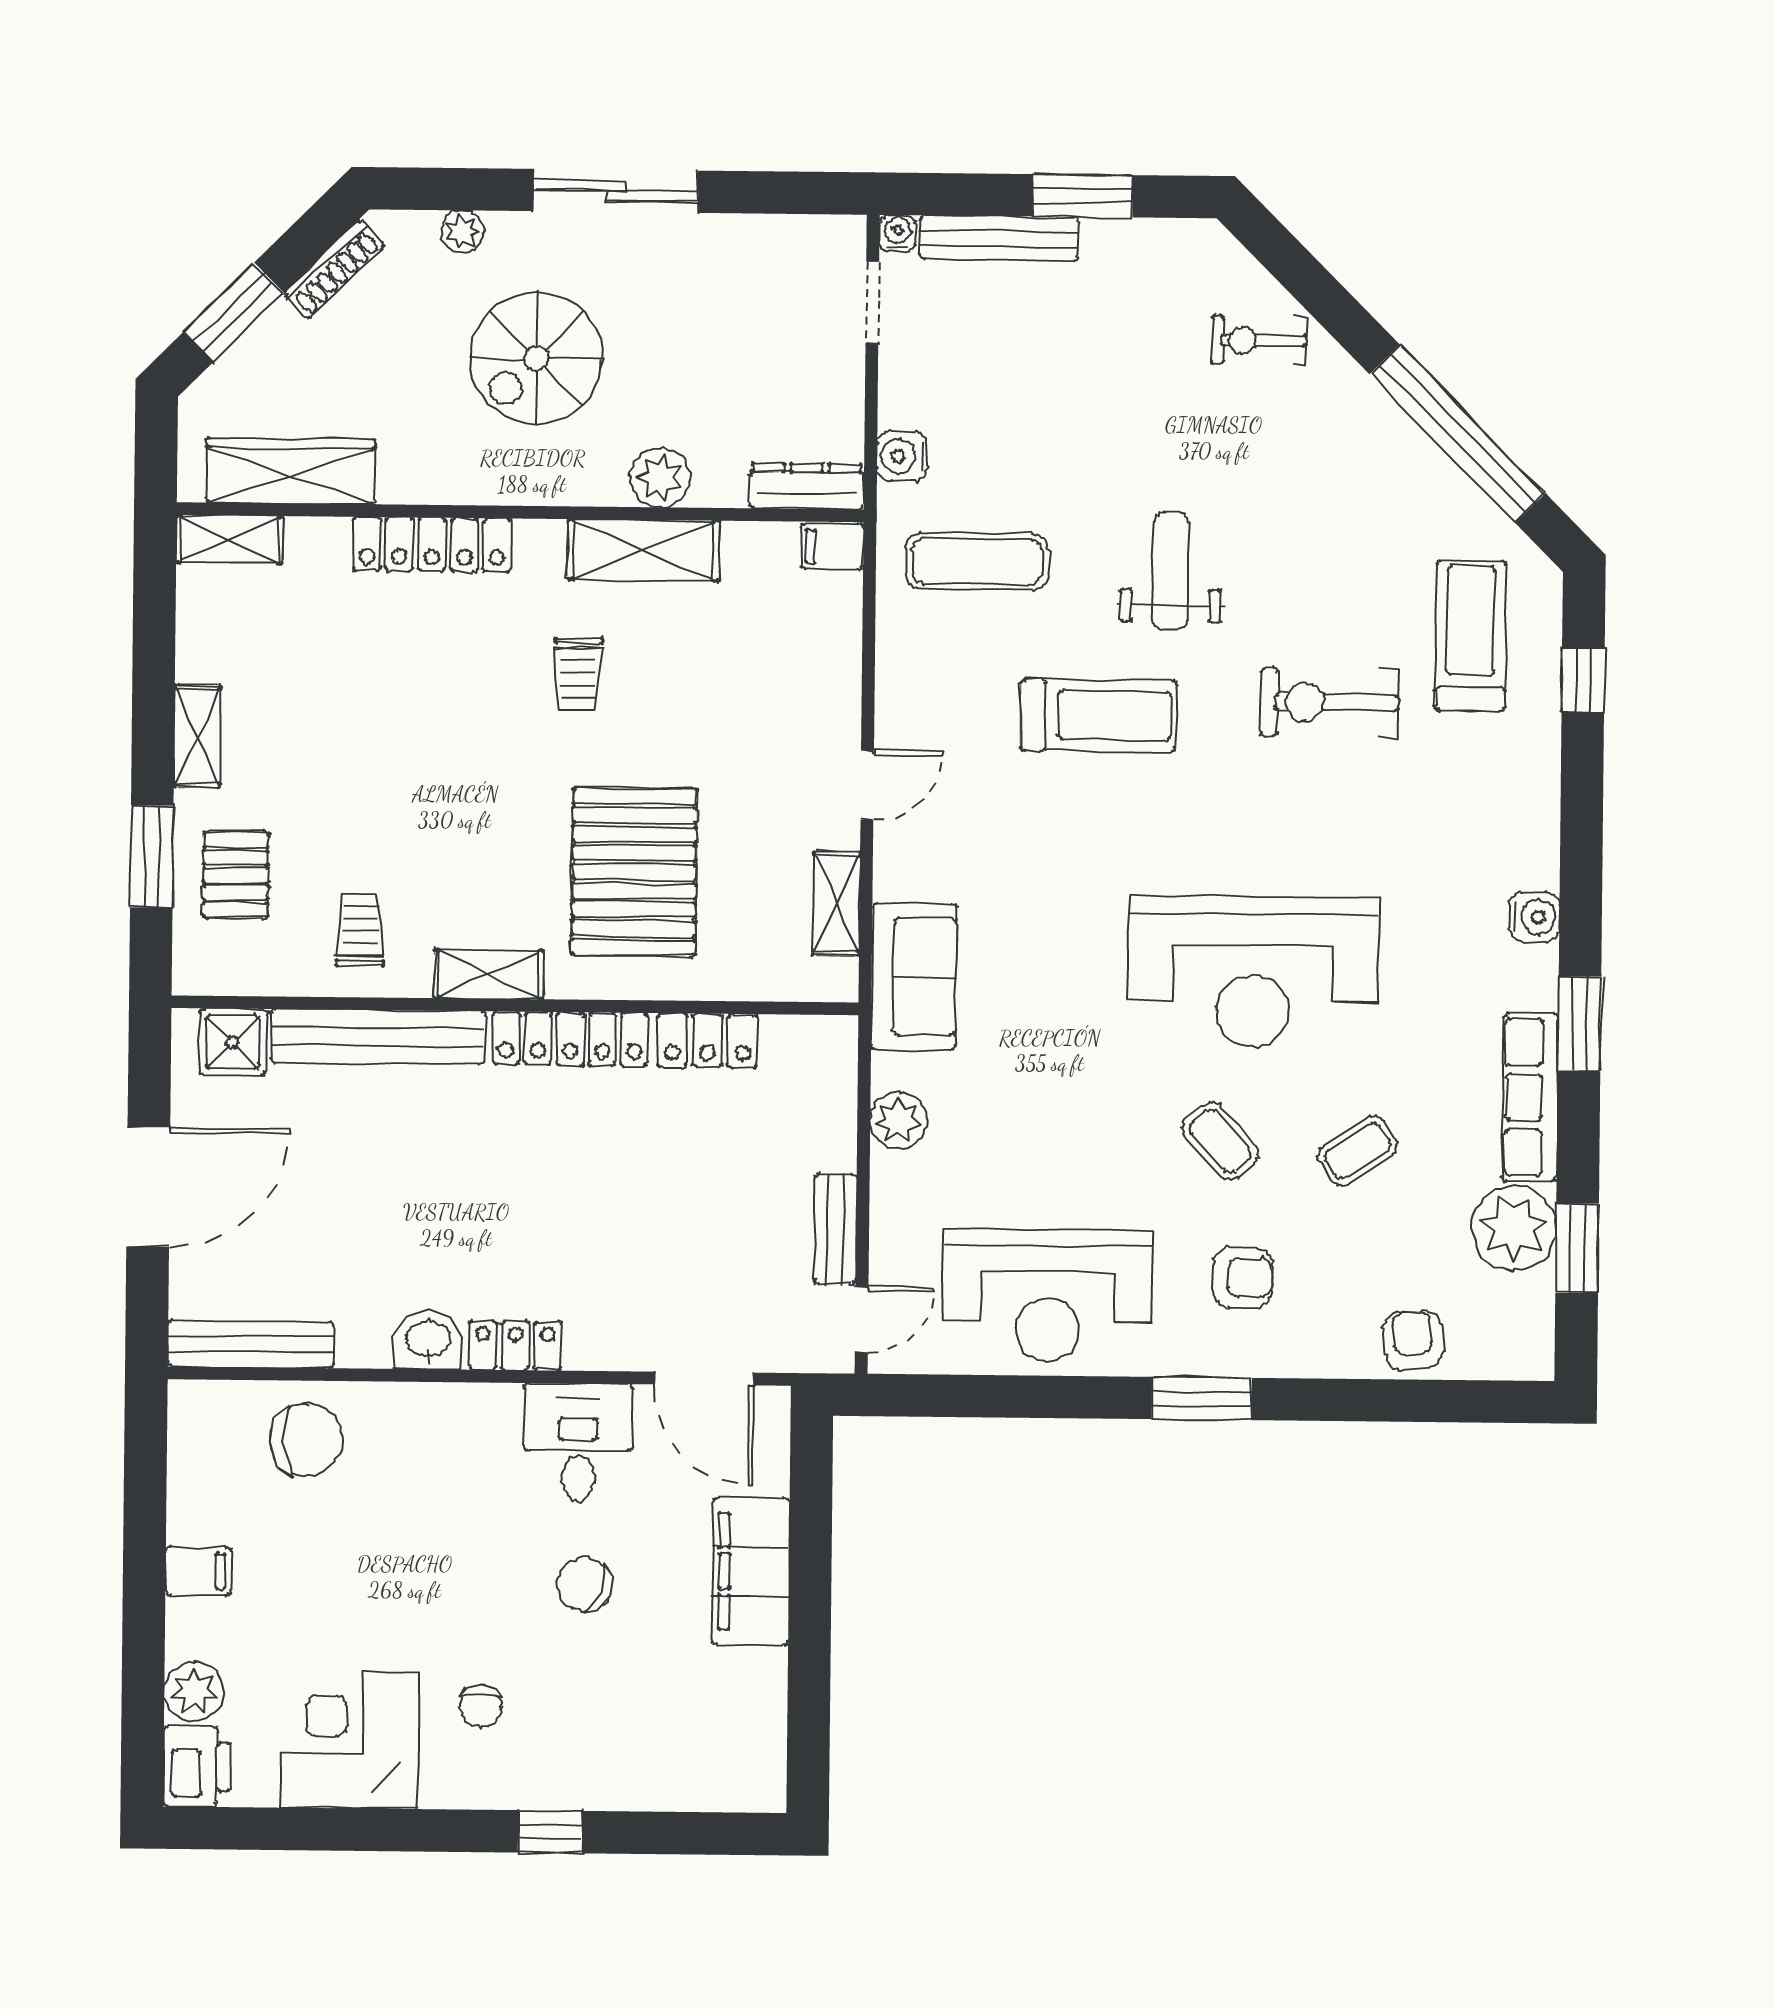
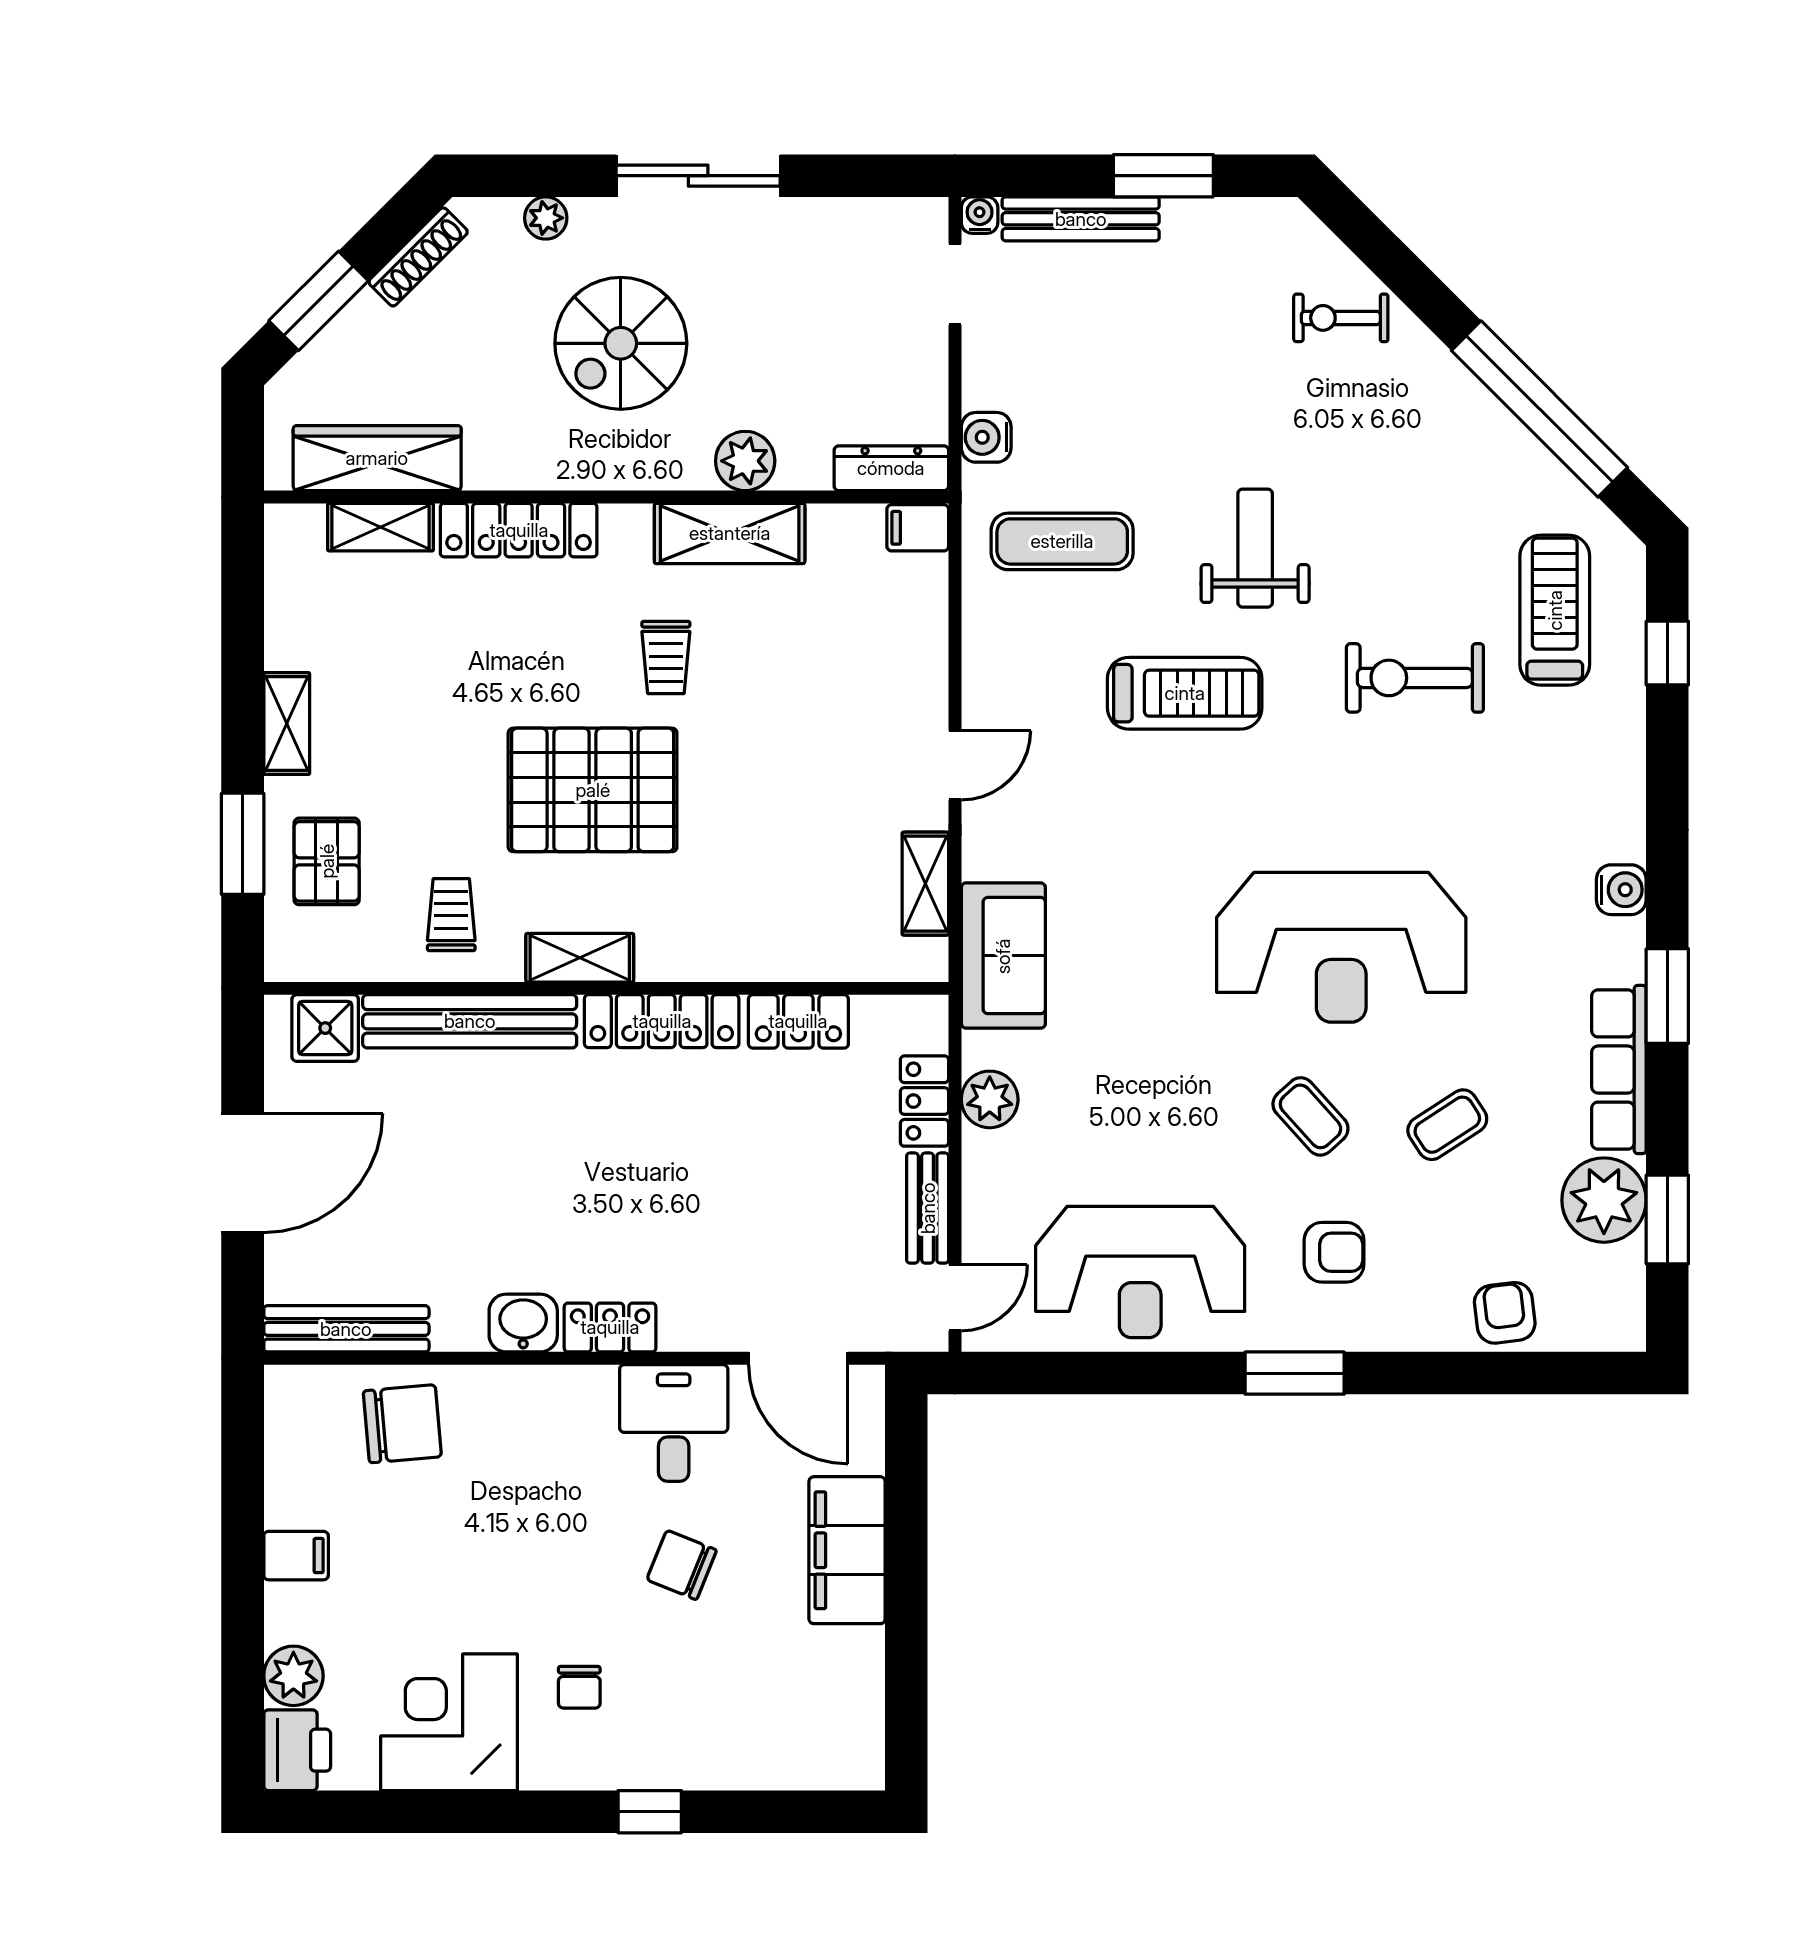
shelving: (229, 539) -> (381, 527), moved
pallet: (634, 872) -> (593, 790), moved, turned 90
locker: (833, 1122) -> (925, 1101), added

